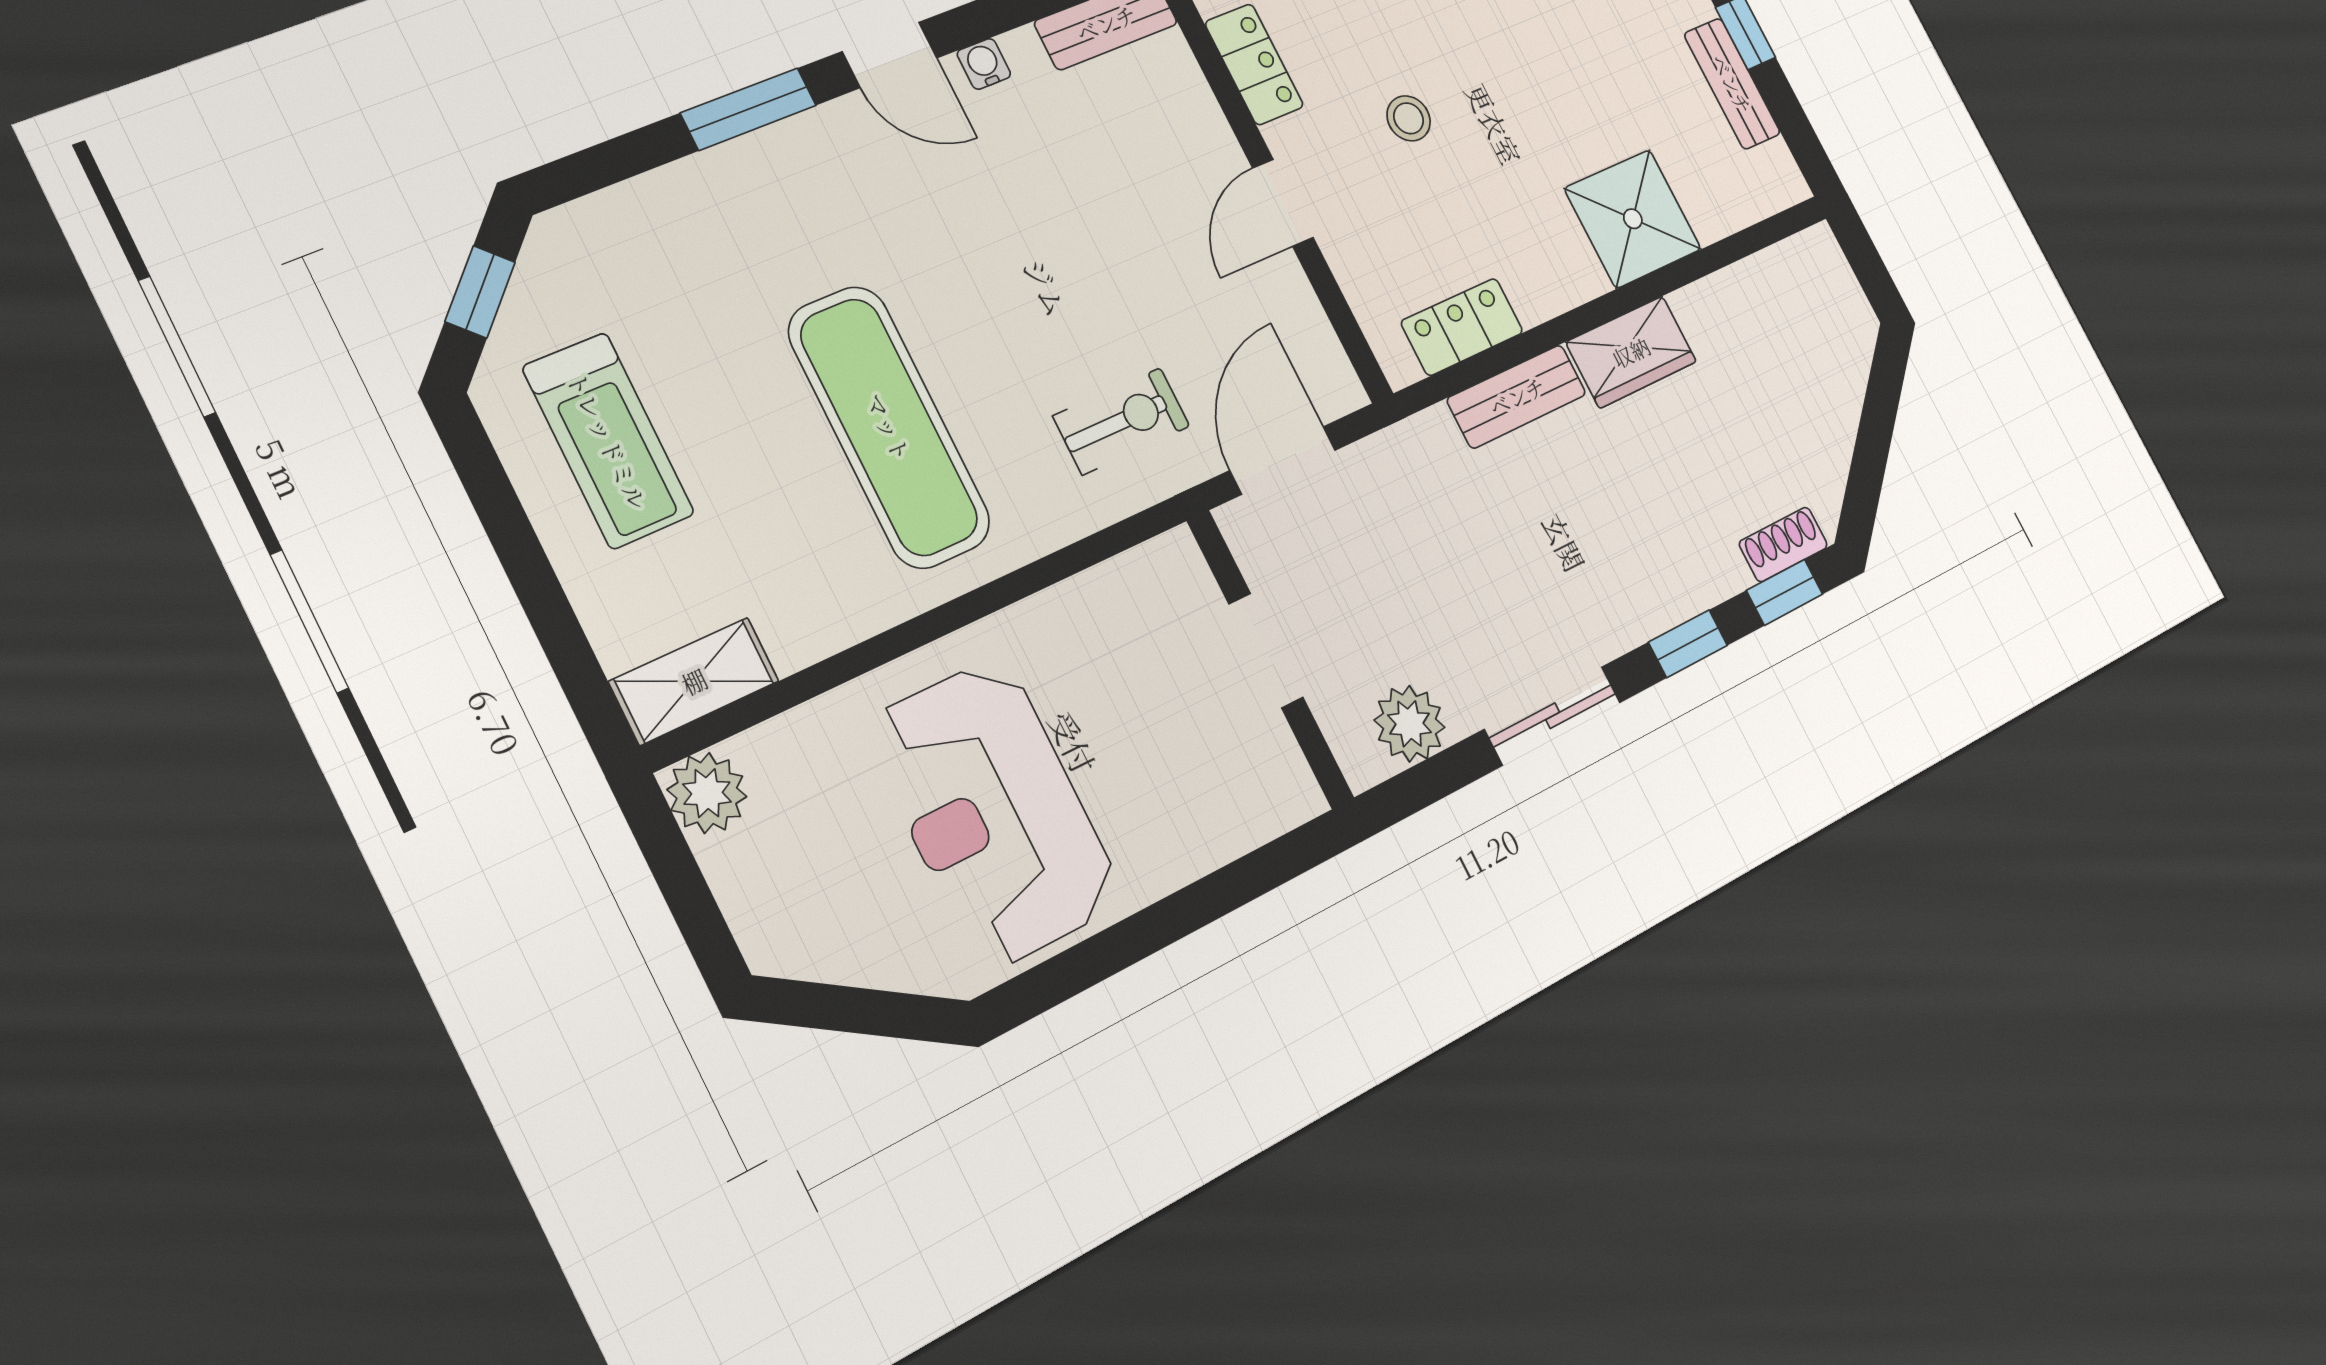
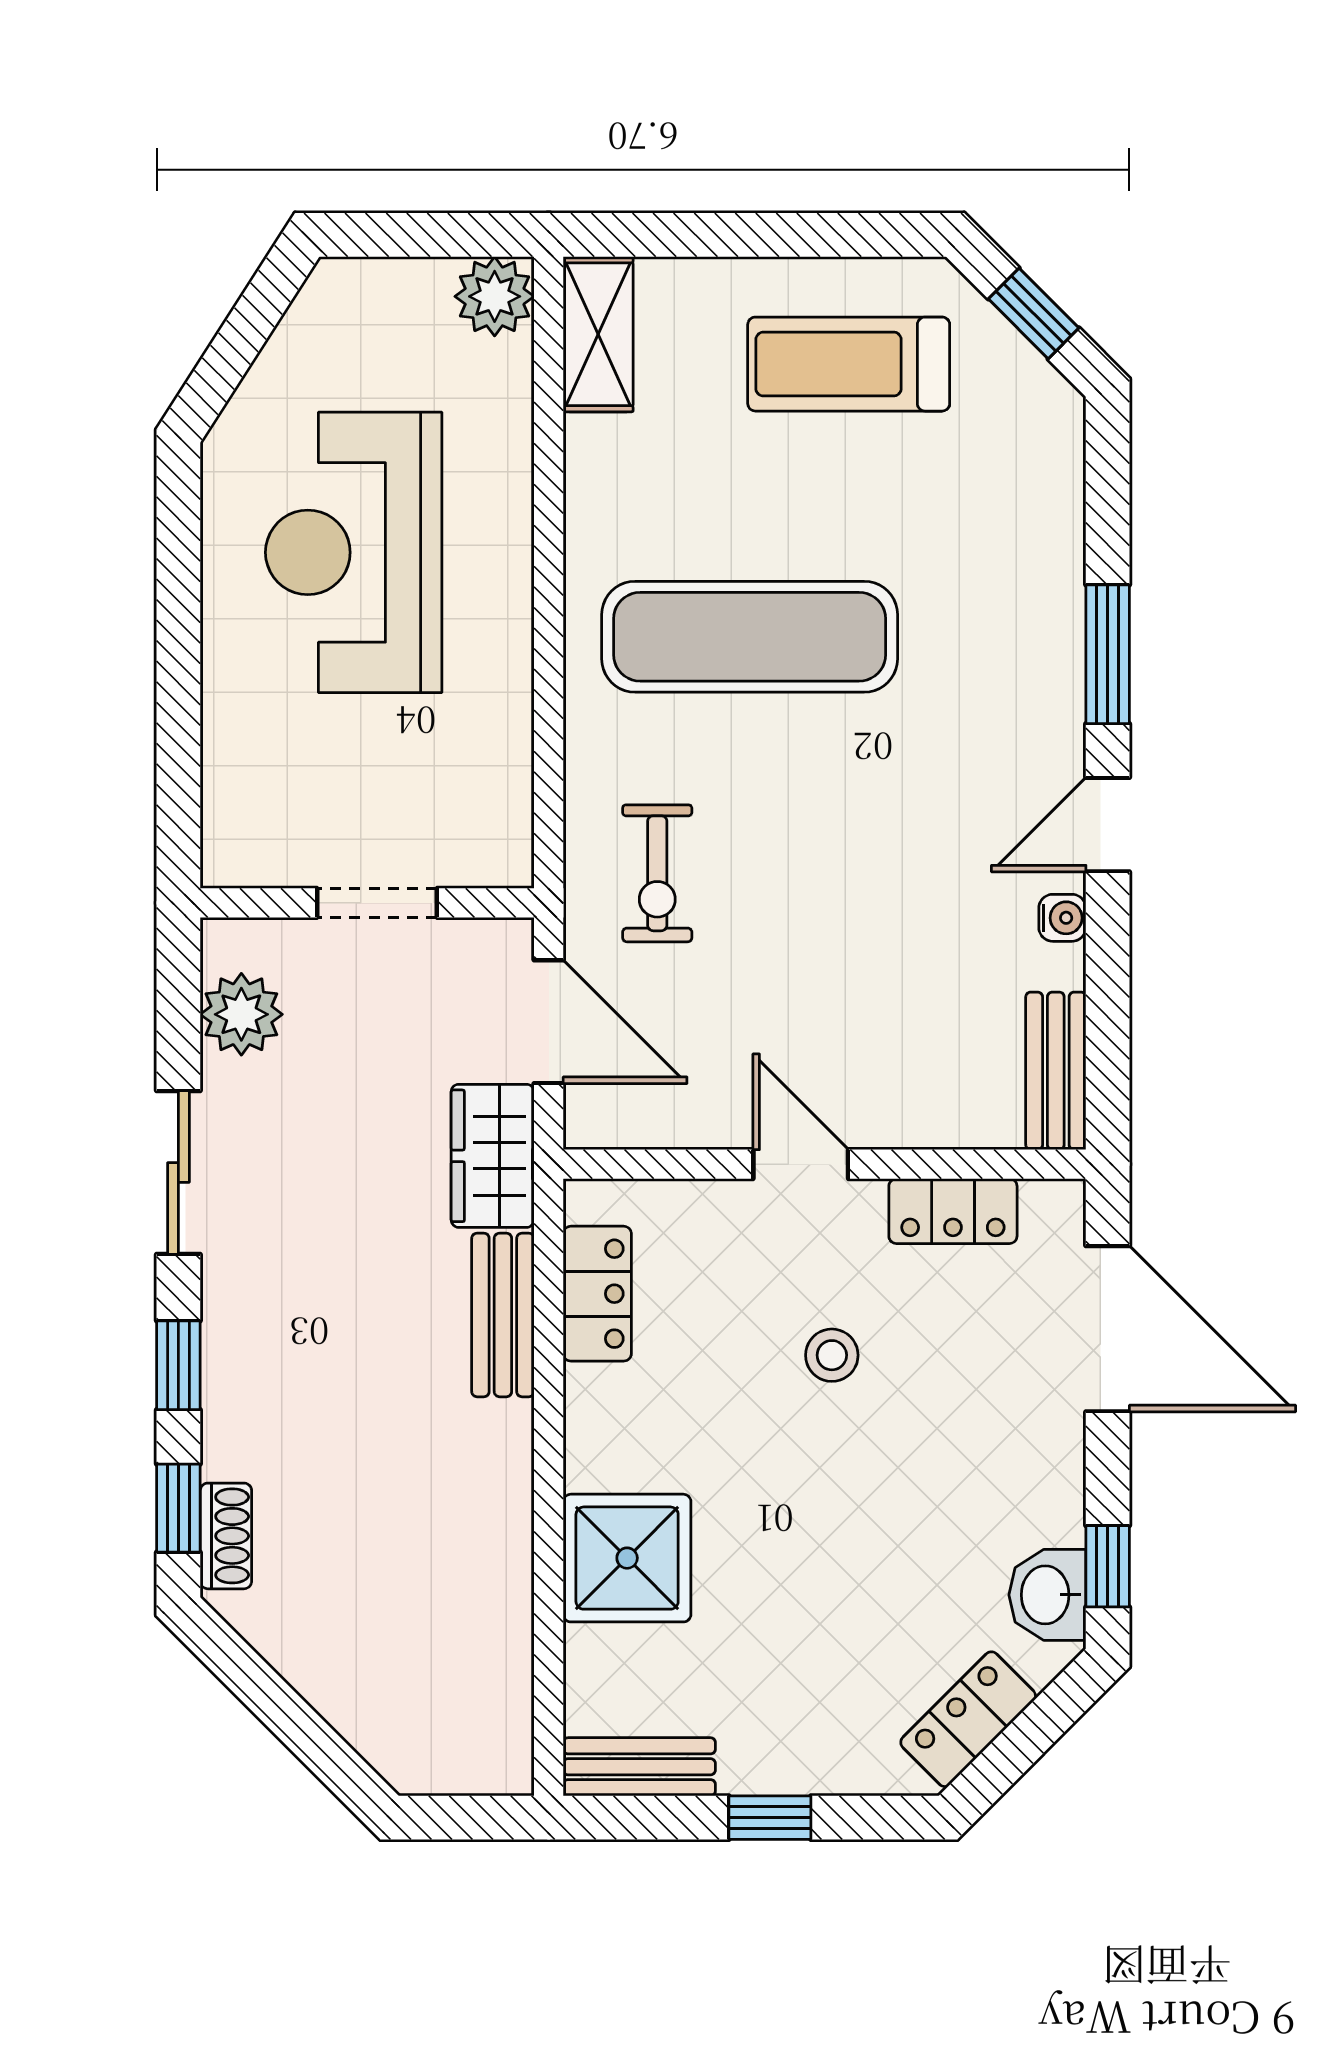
bench: (1732, 84) -> (639, 1767), moved
wardrobe: (1631, 352) -> (493, 1156), moved
reception desk: (994, 813) -> (354, 552), turned -90

